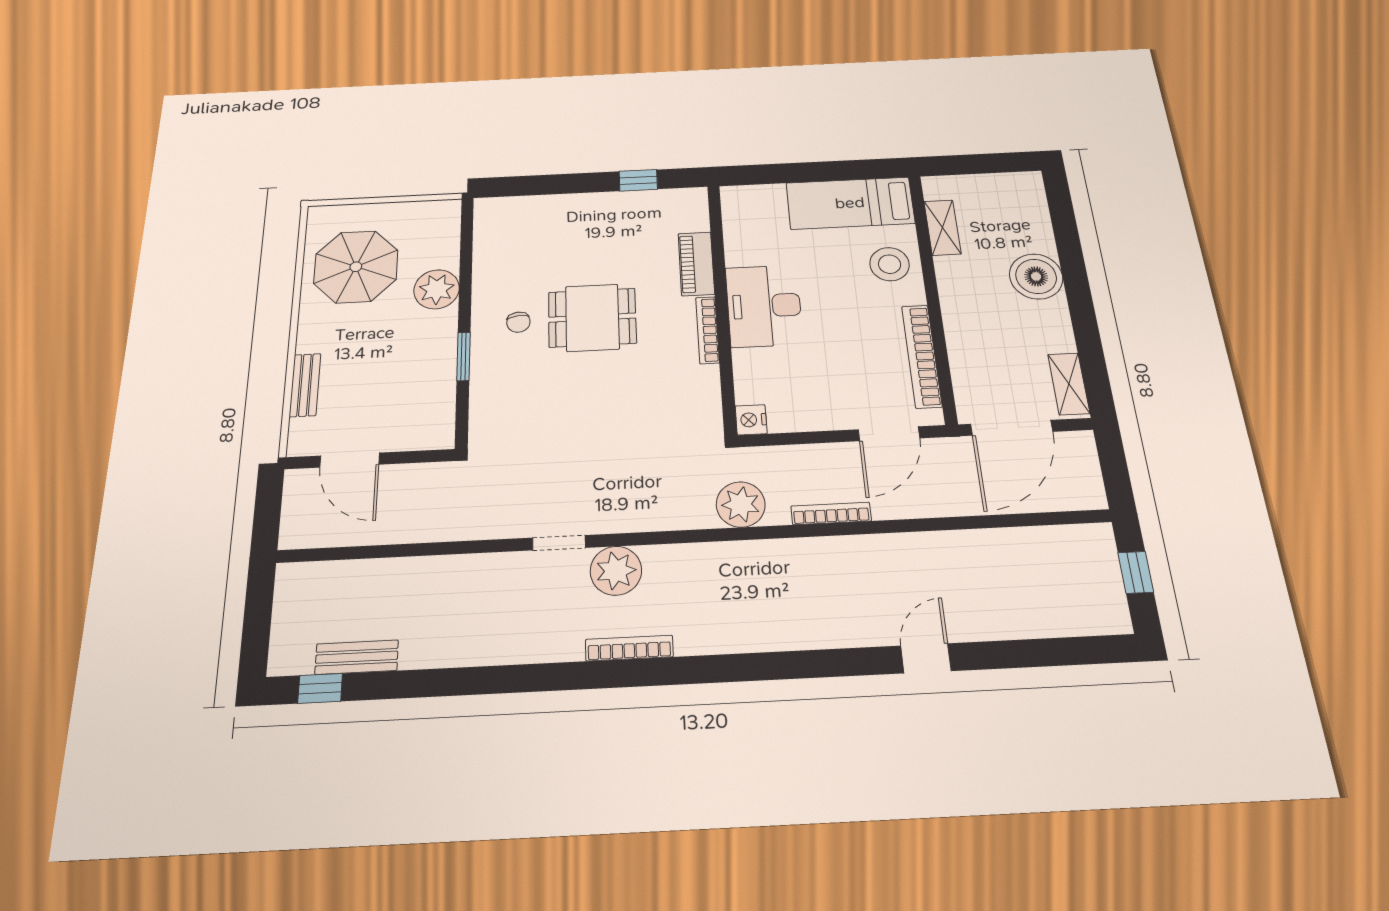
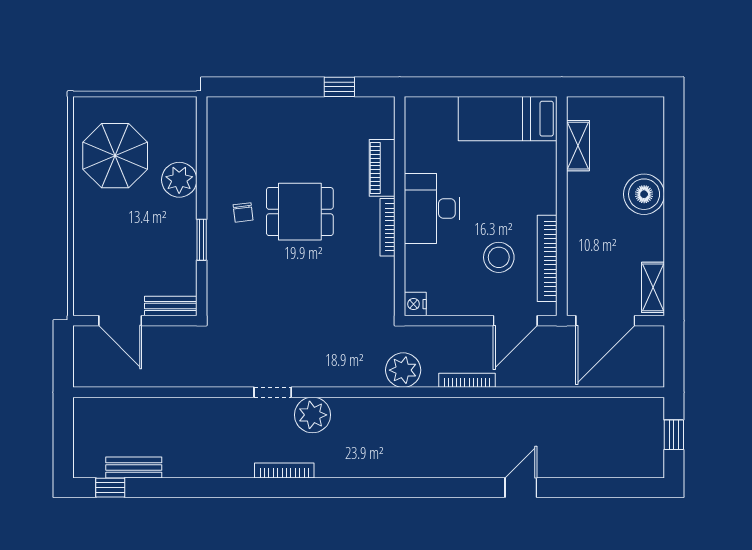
stool: (890, 264) -> (499, 257), moved
bench: (305, 385) -> (171, 306), moved, turned 90
bookcase: (629, 648) -> (284, 471), moved

